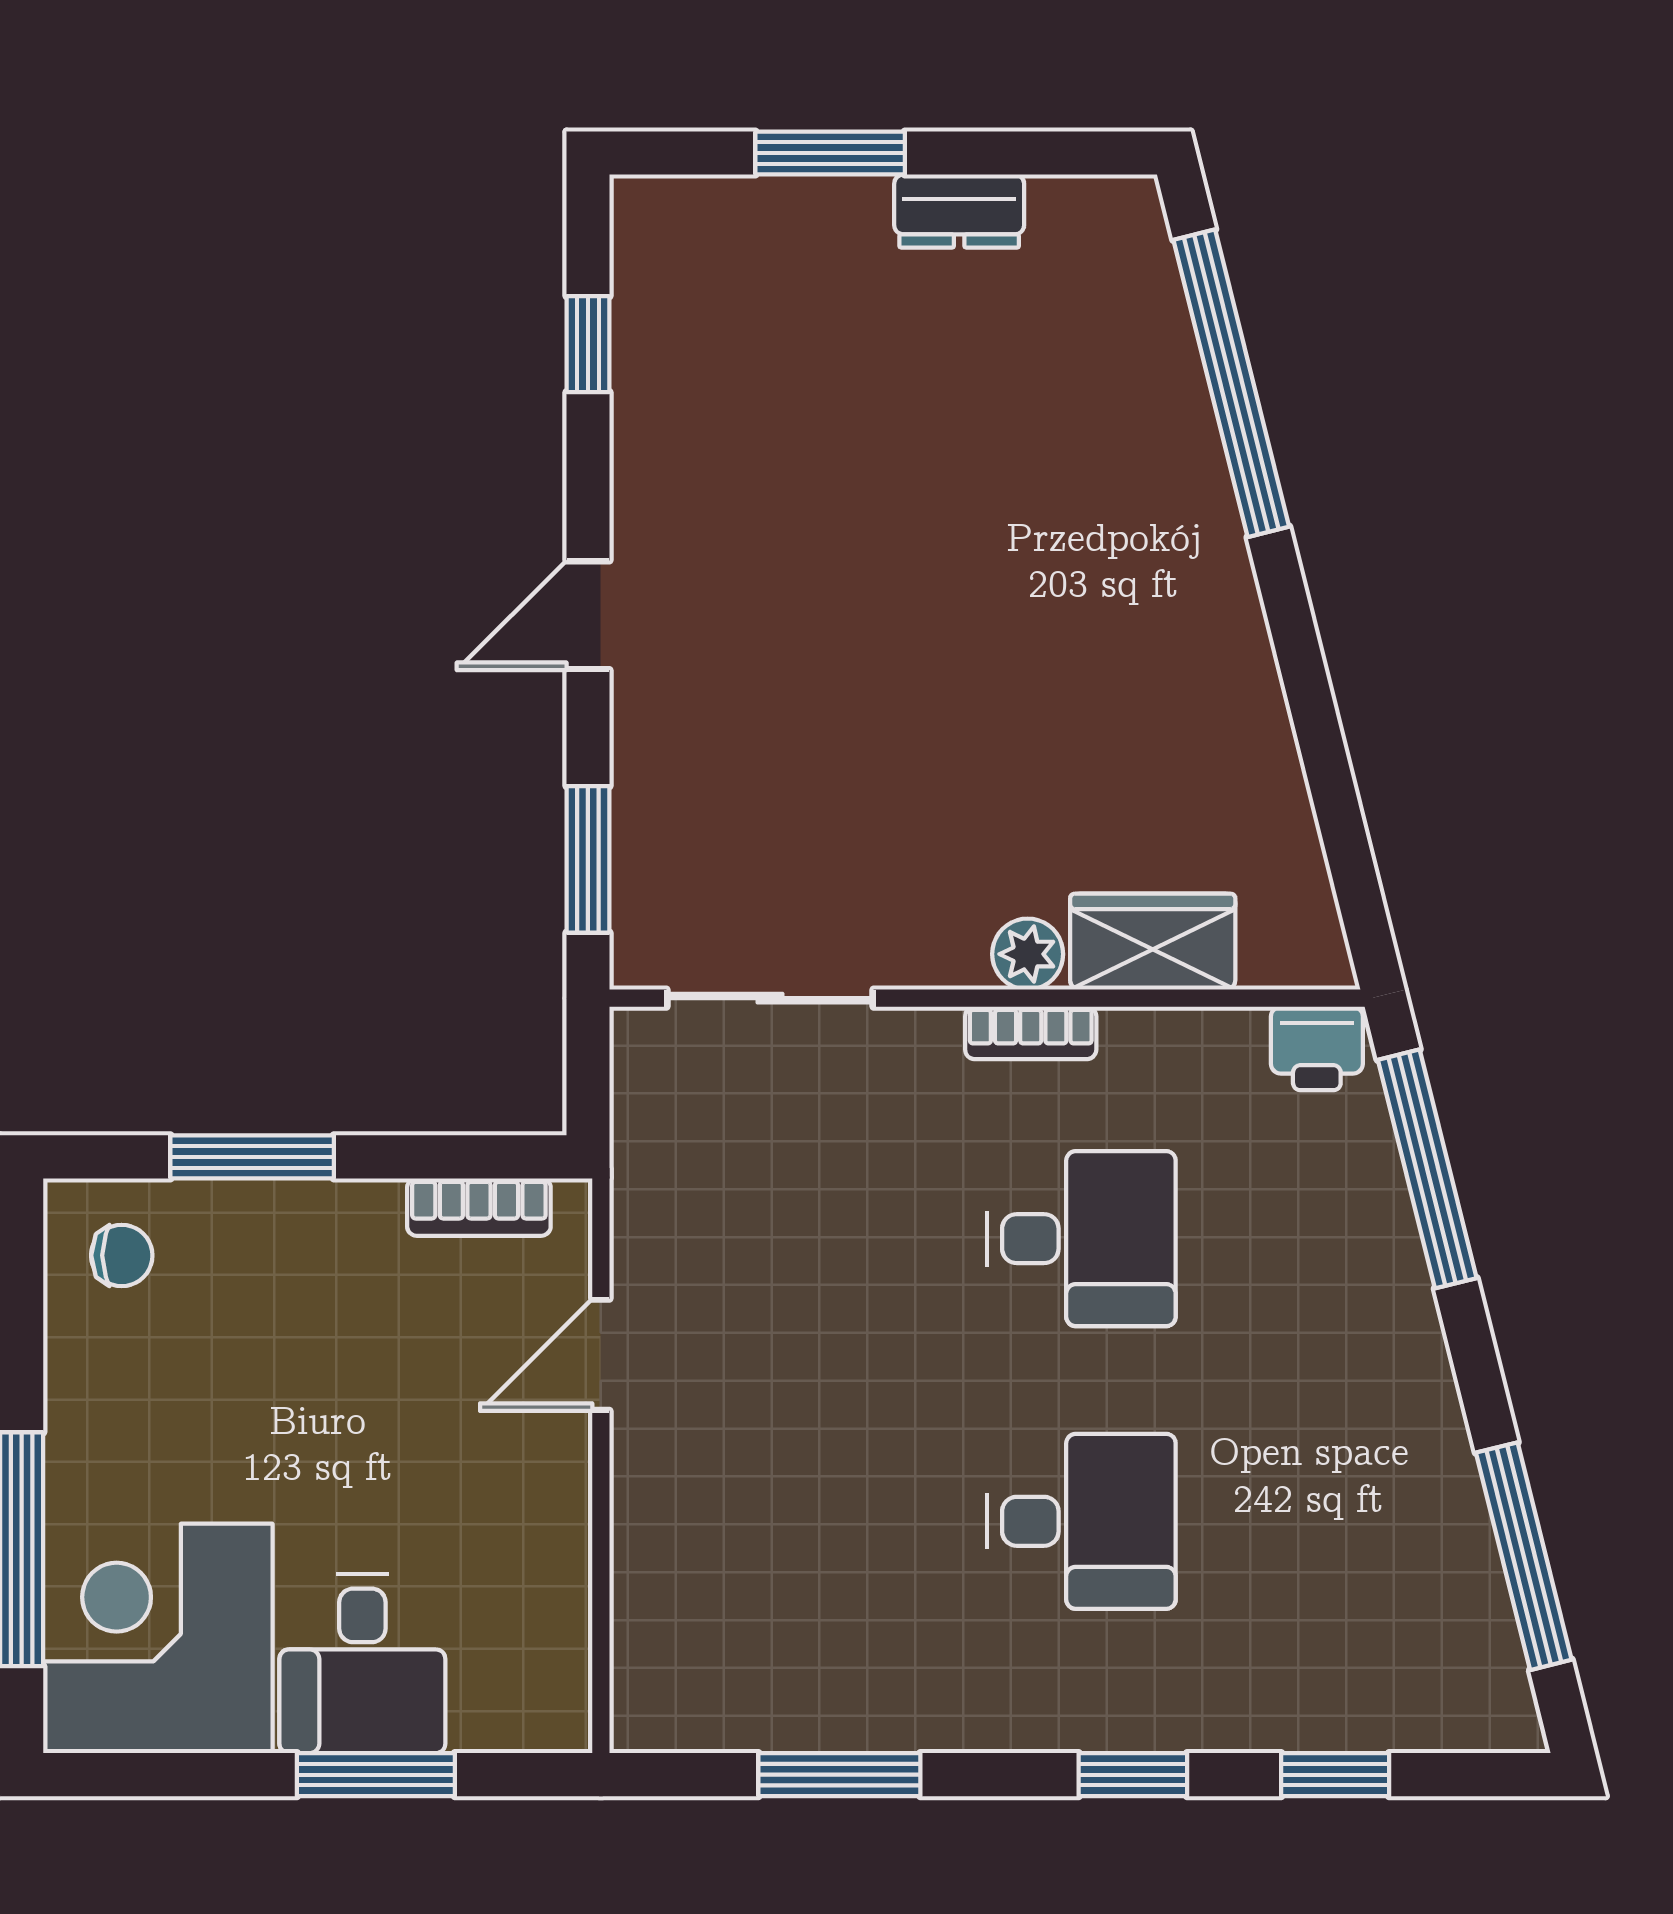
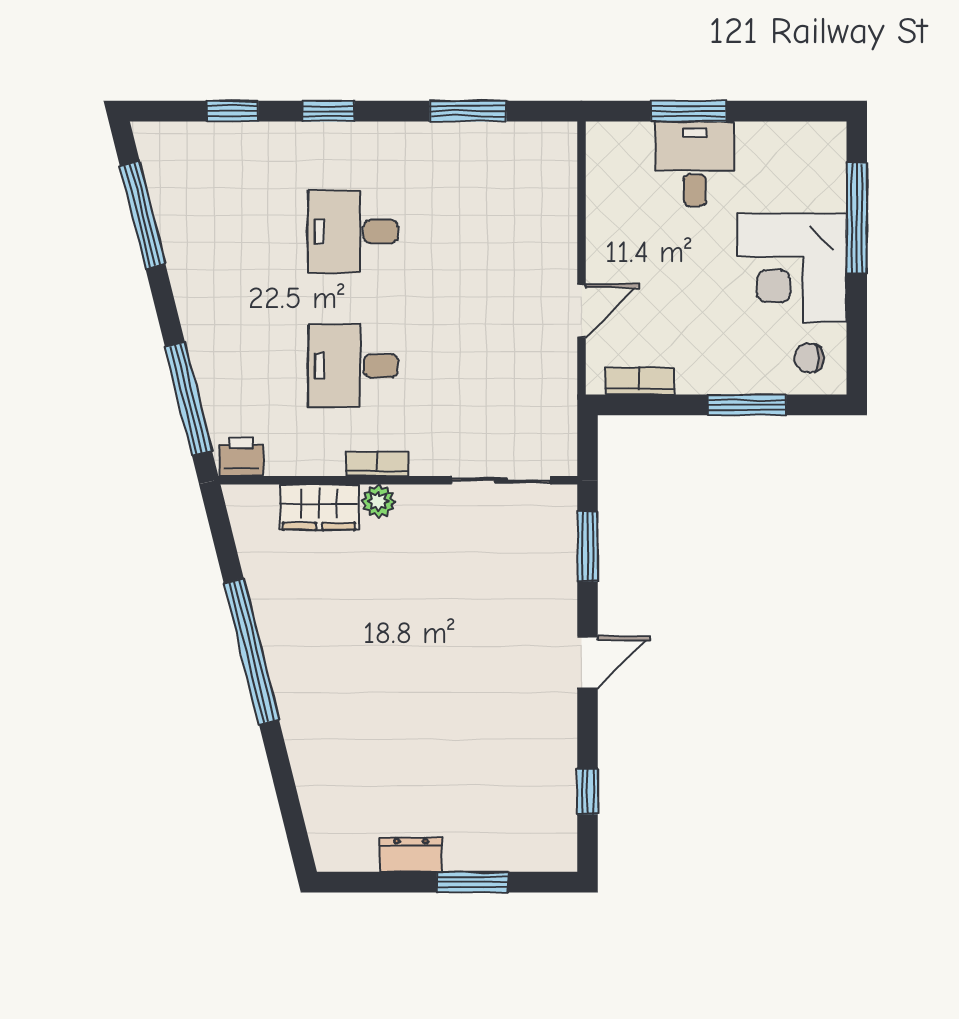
window: (1231, 383) -> (251, 651), moved
corner desk: (158, 1638) -> (792, 268), moved, turned 90

